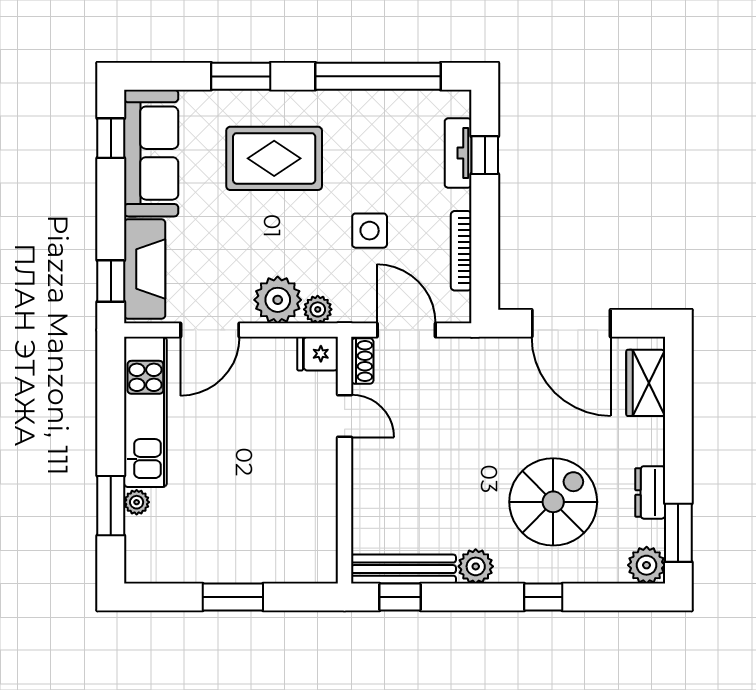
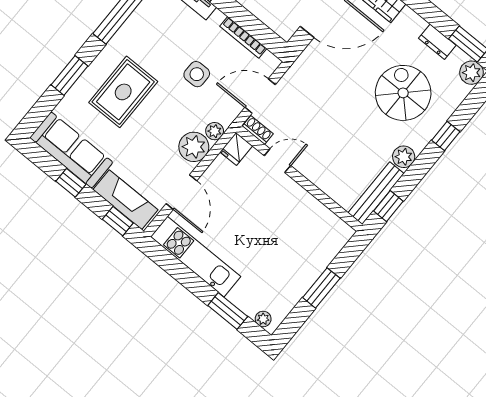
window: (111, 138) -> (71, 183), moved
plant: (137, 502) -> (263, 319), moved

